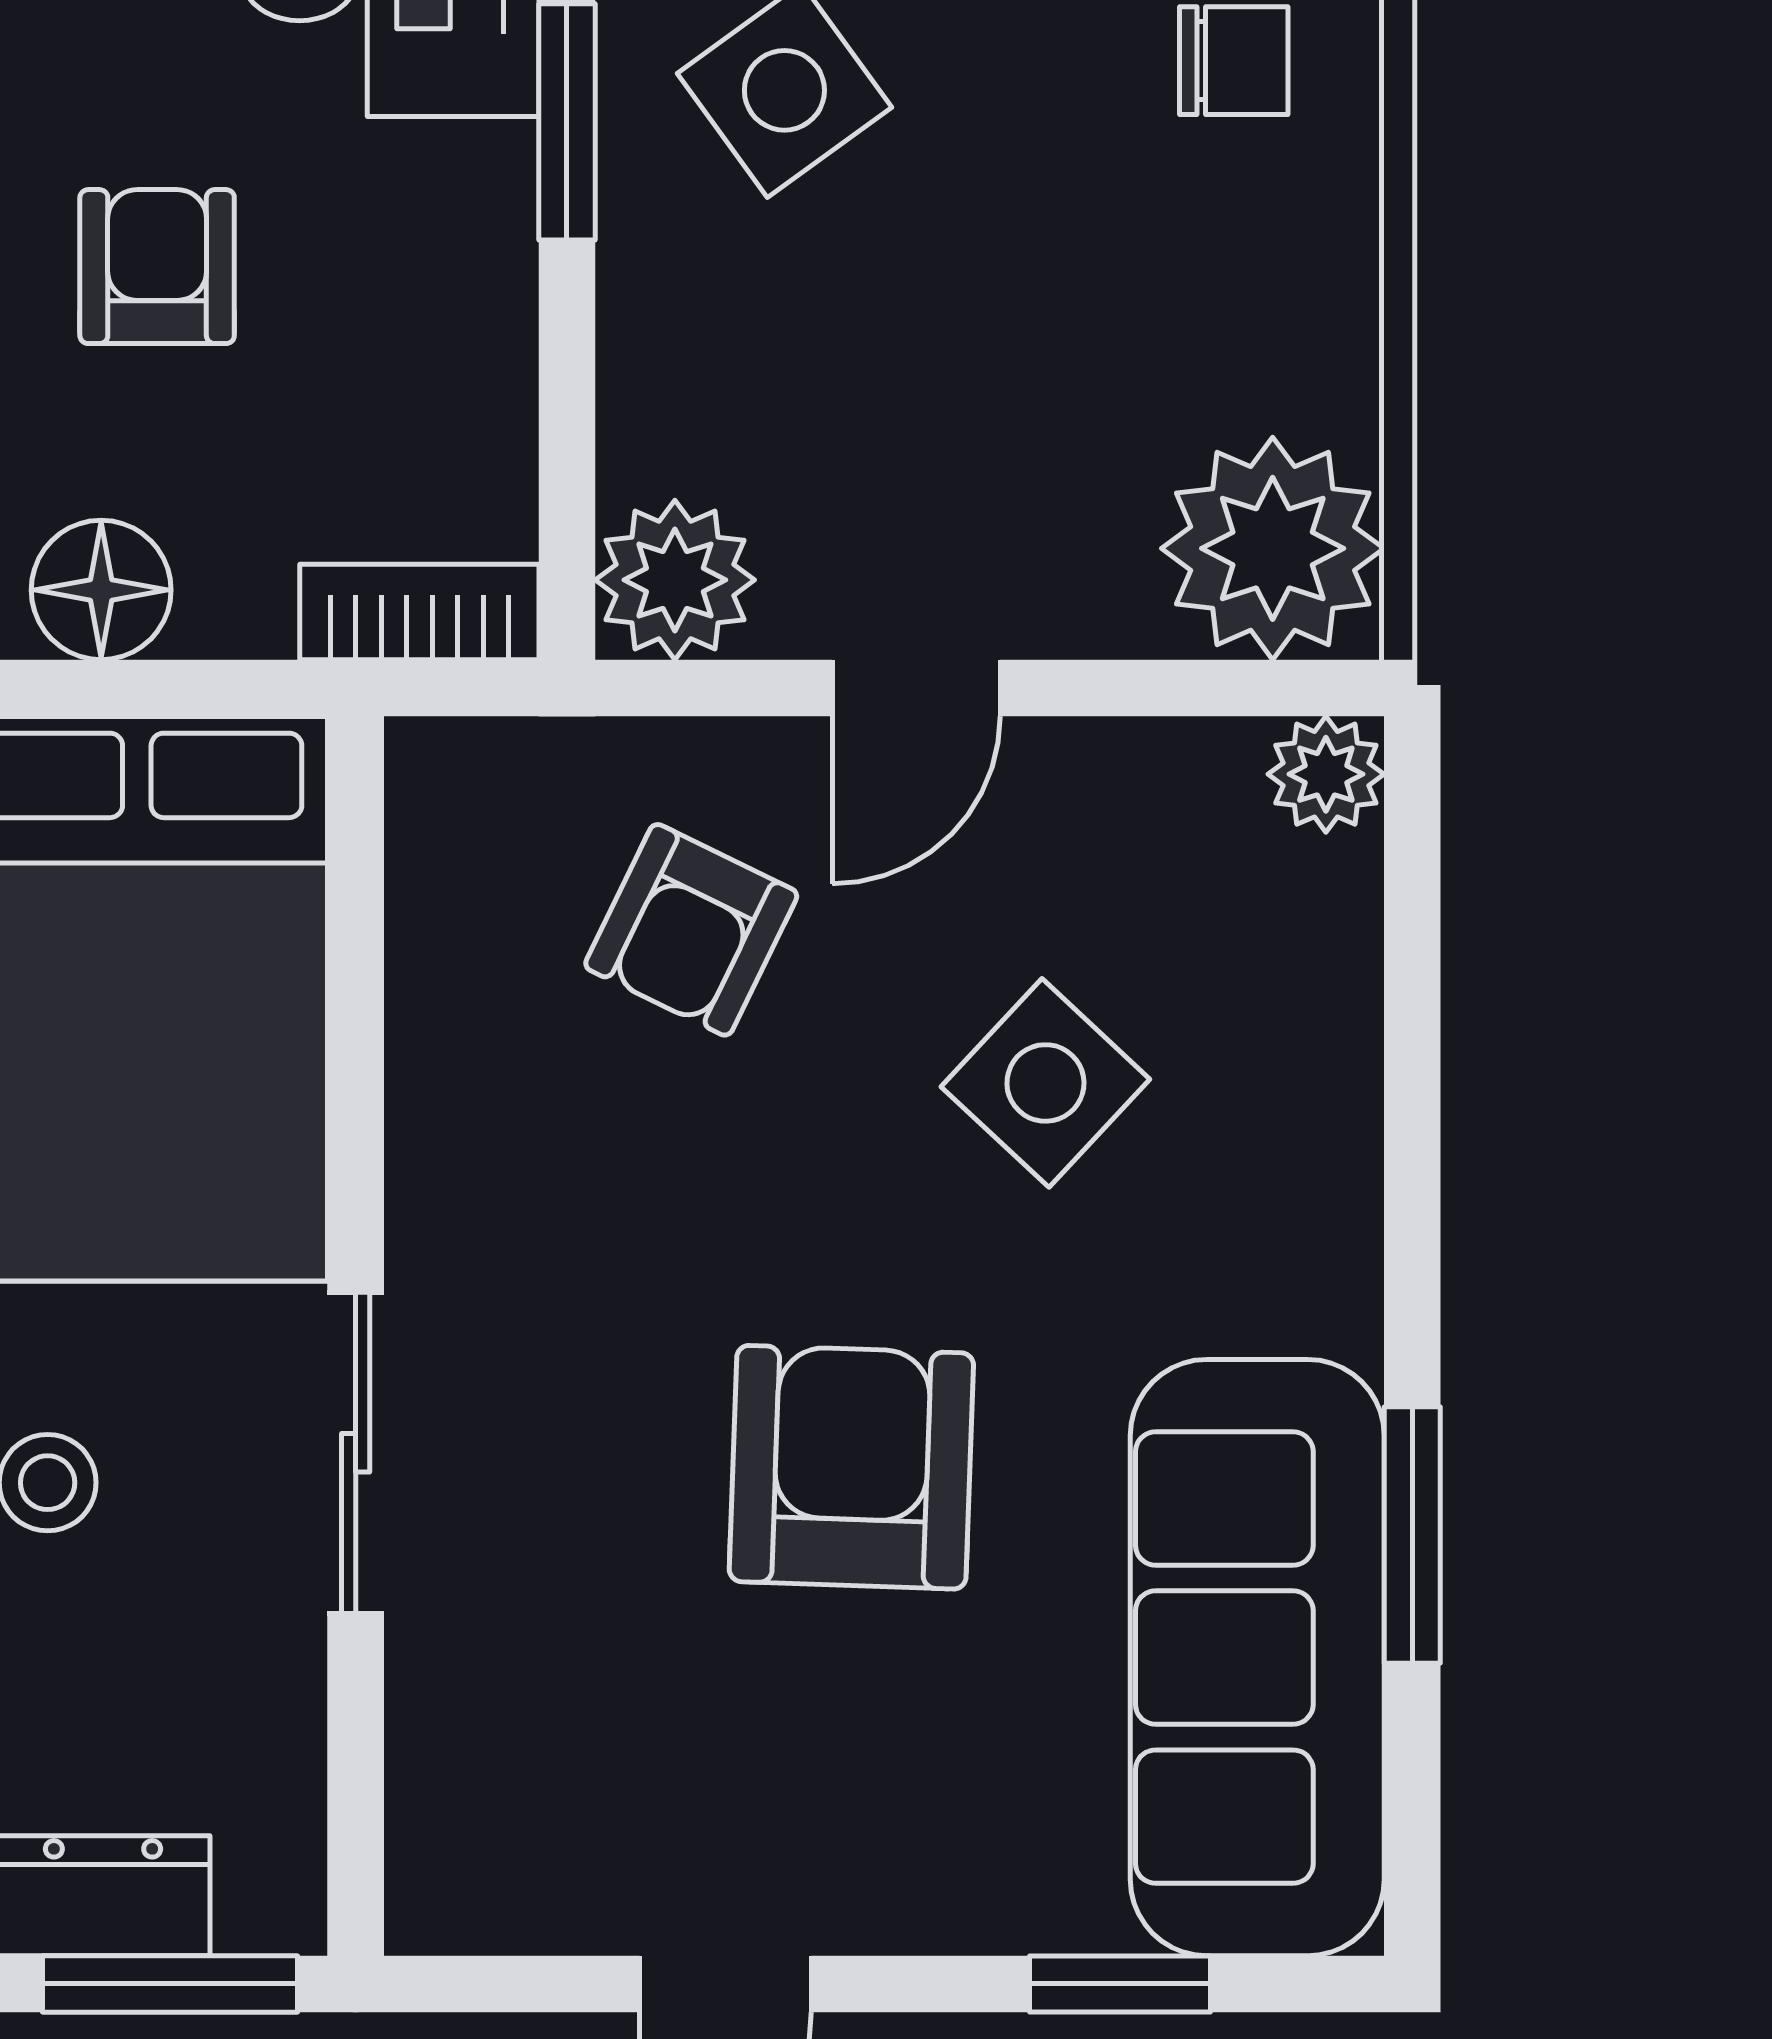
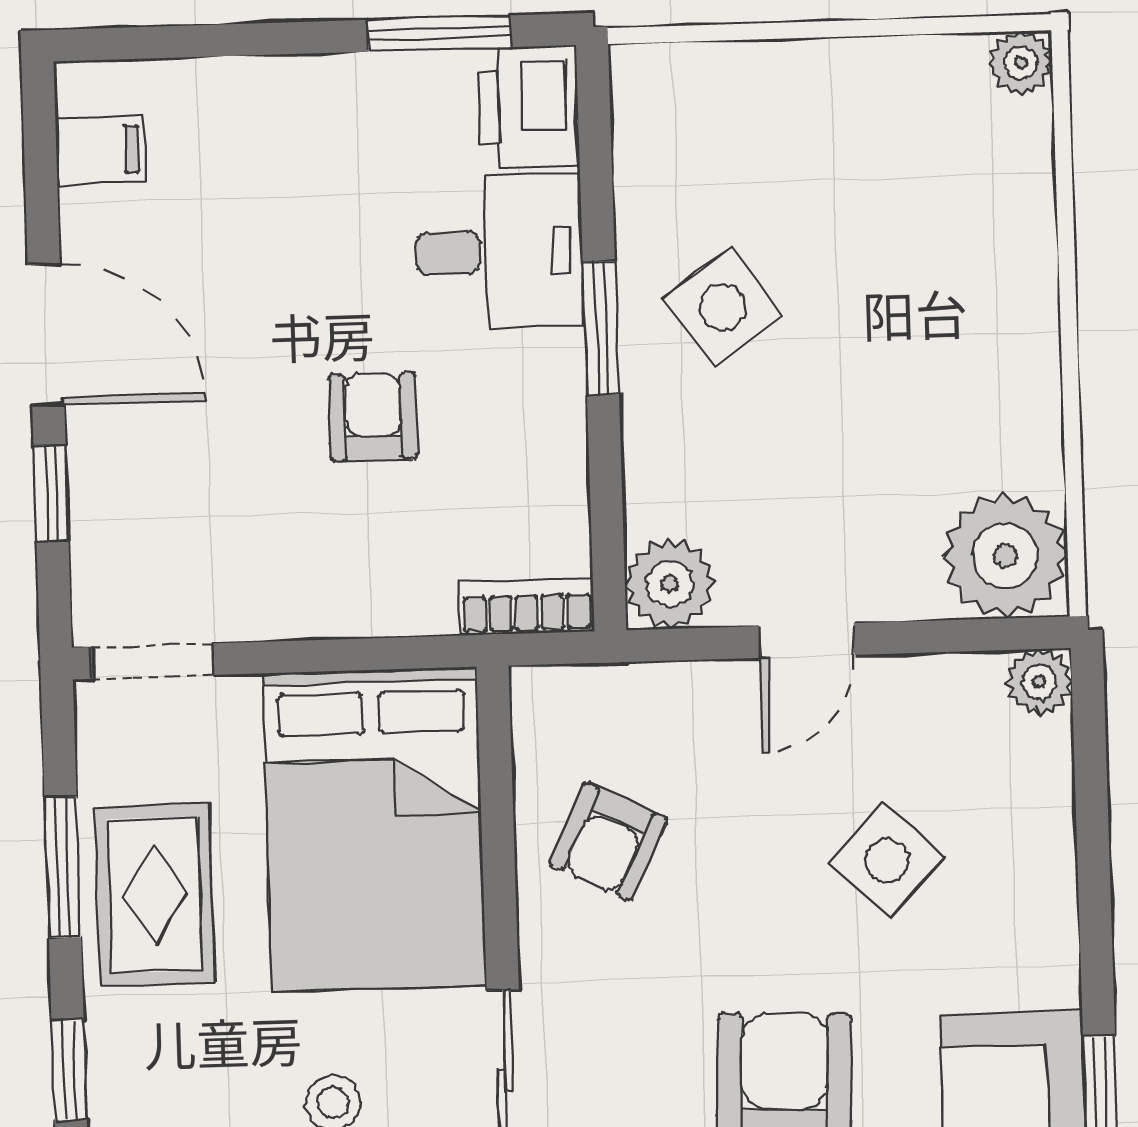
chair: (1234, 61) -> (975, 282), removed
floor lamp: (101, 590) -> (347, 600), removed
armchair: (691, 930) -> (608, 841), moved

